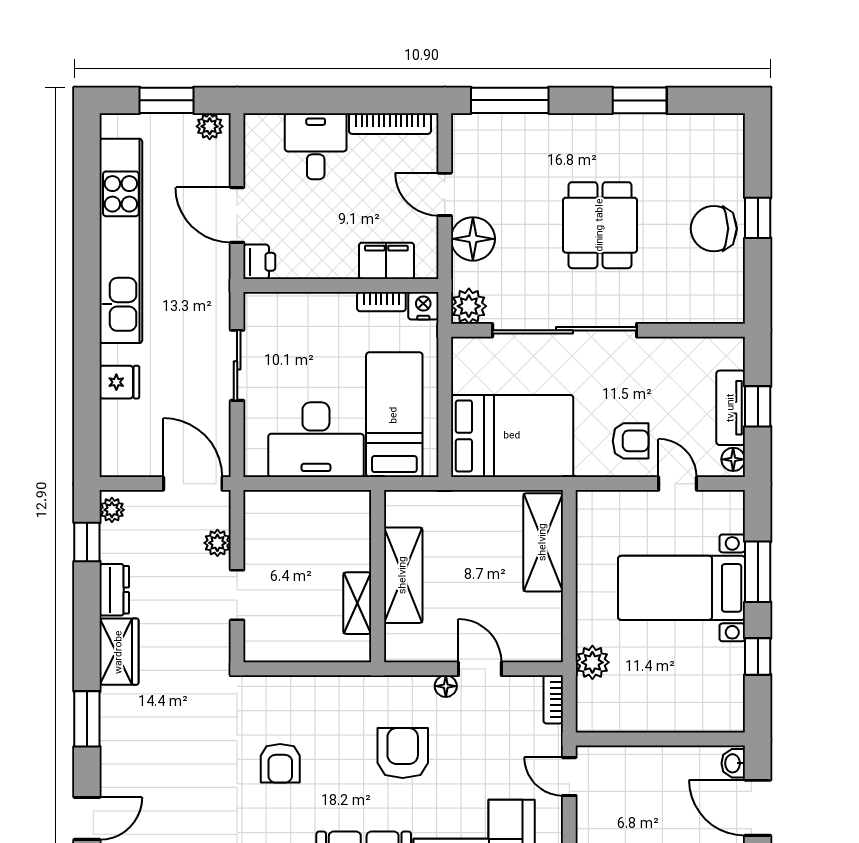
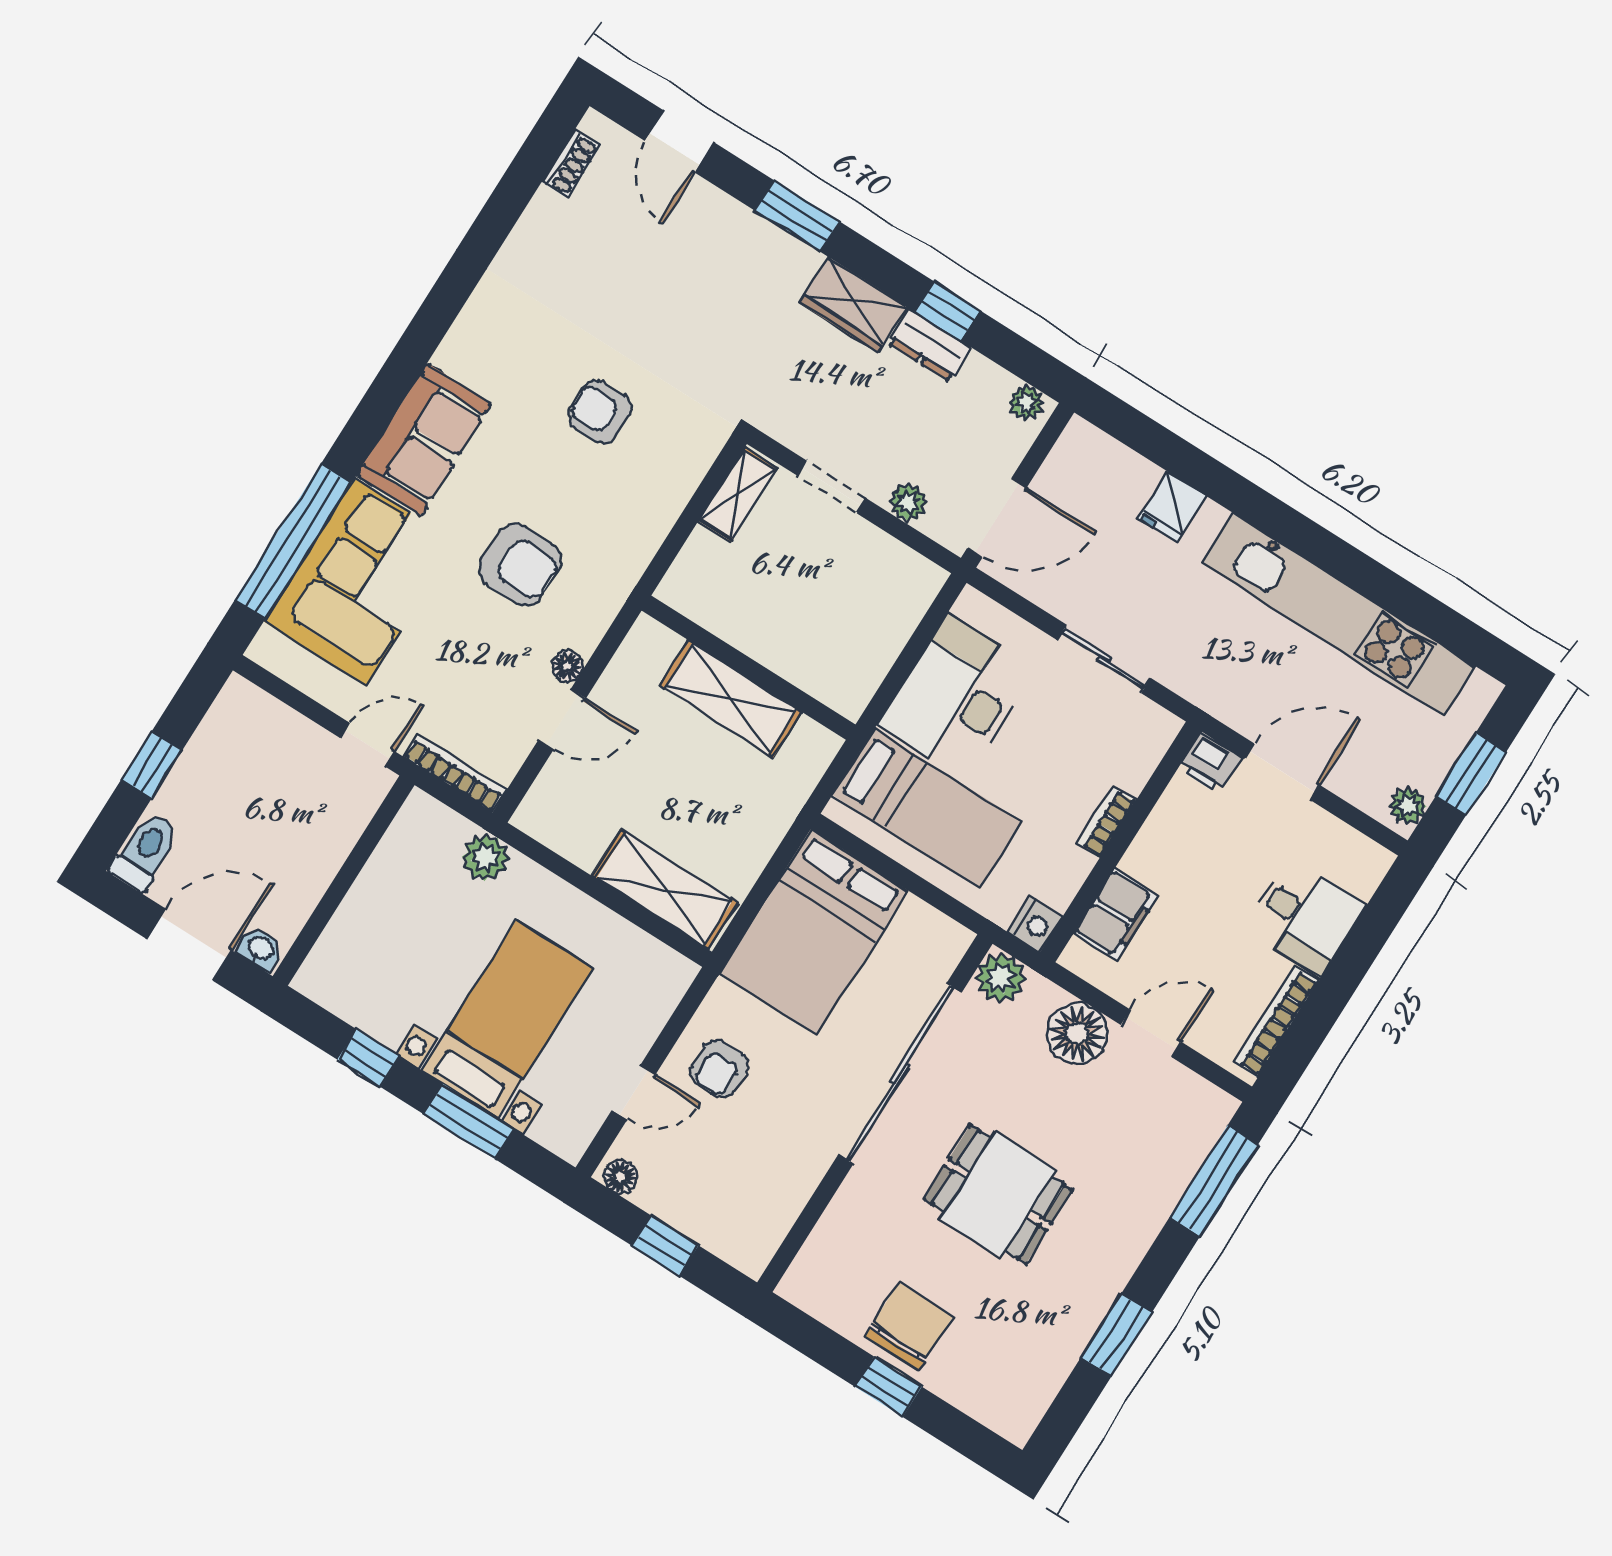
bookcase: (381, 302) -> (1106, 822), moved
tv unit: (731, 408) -> (684, 1212), removed
window: (87, 542) -> (948, 311), moved
shelving: (357, 603) -> (738, 494), moved, turned 90
bookcase: (553, 699) -> (455, 773), width x1.56

